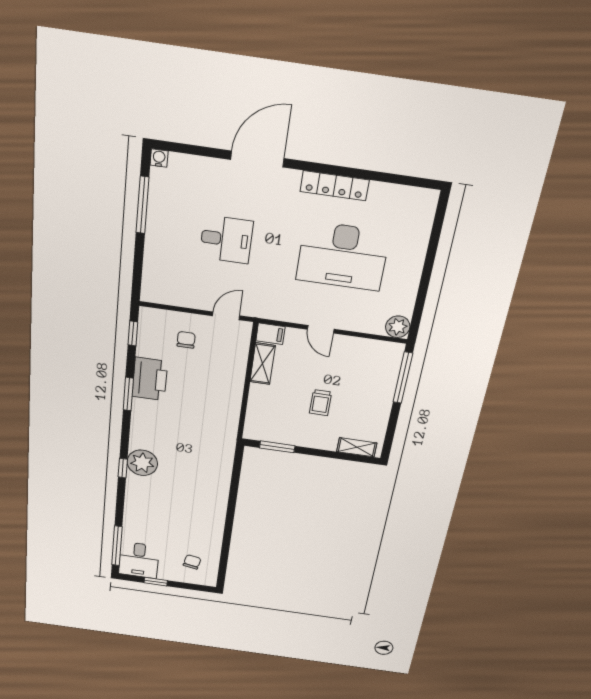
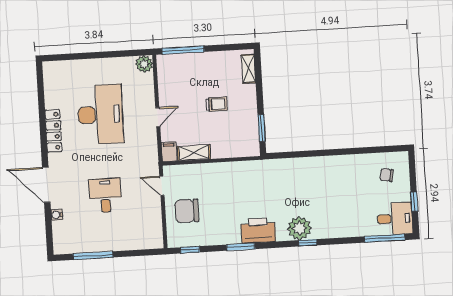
water cooler: (159, 158) -> (57, 215), moved
chair: (186, 340) -> (187, 211), width x1.87, depth x1.87
printer: (150, 379) -> (258, 231), moved

